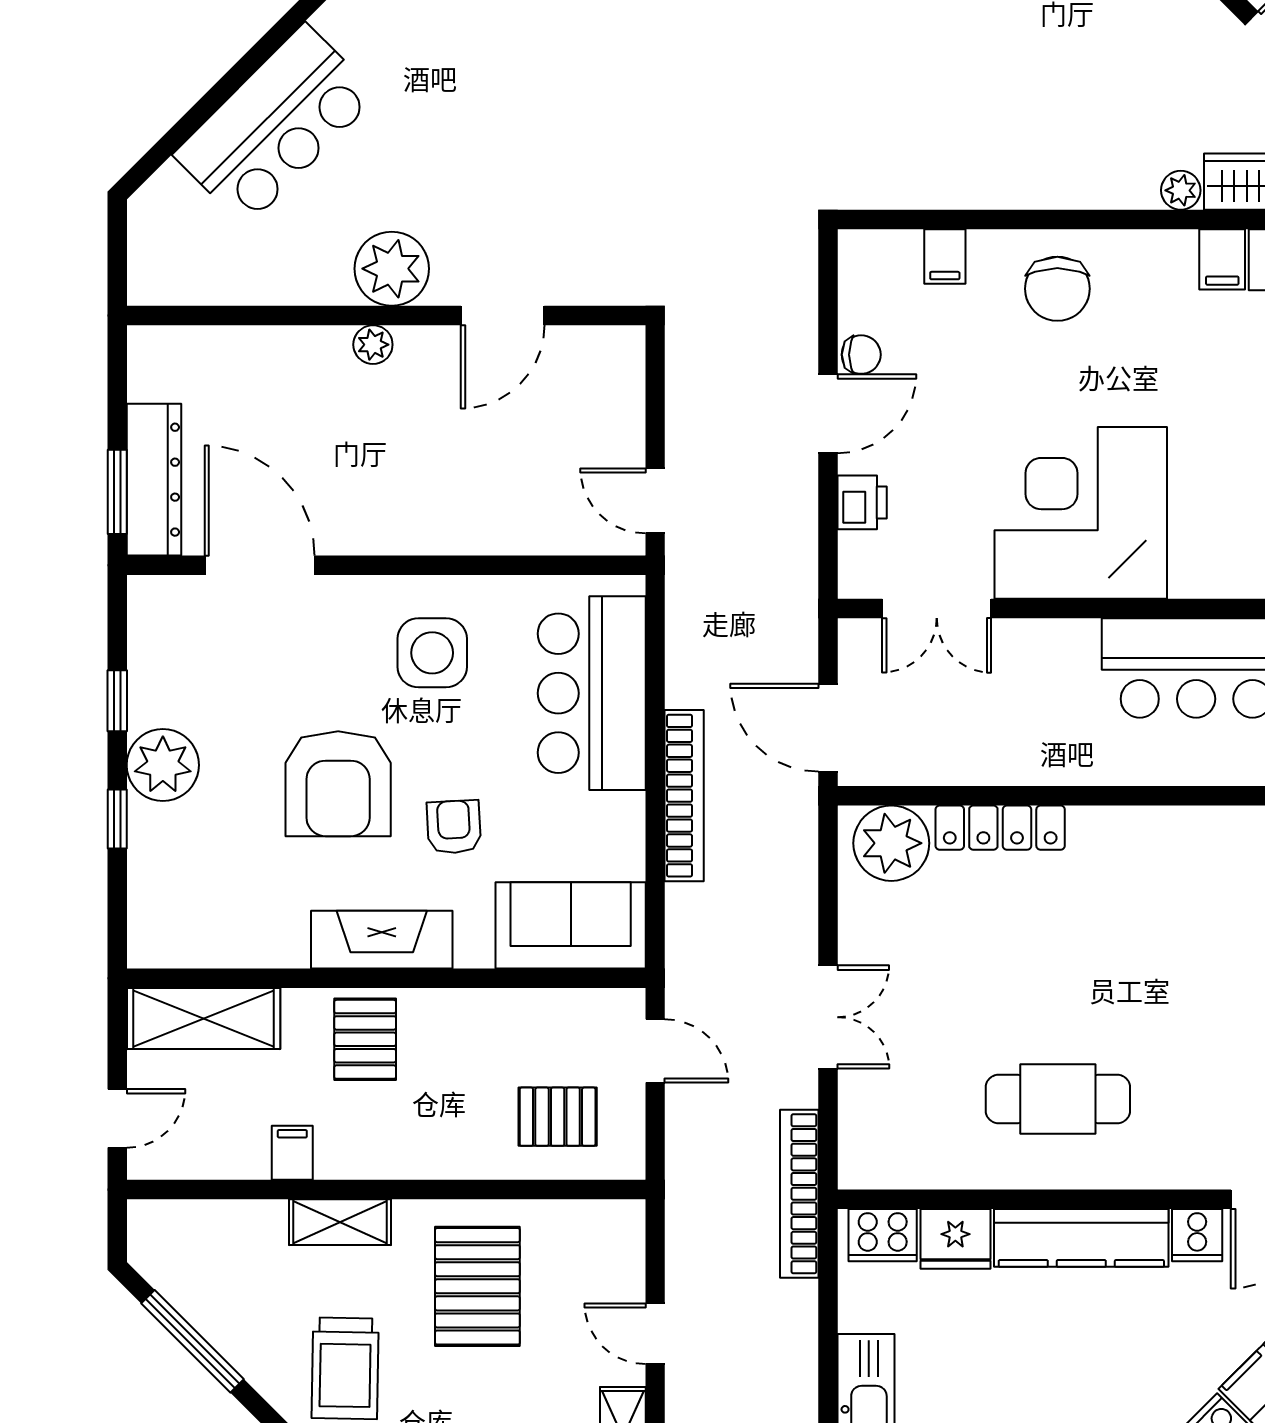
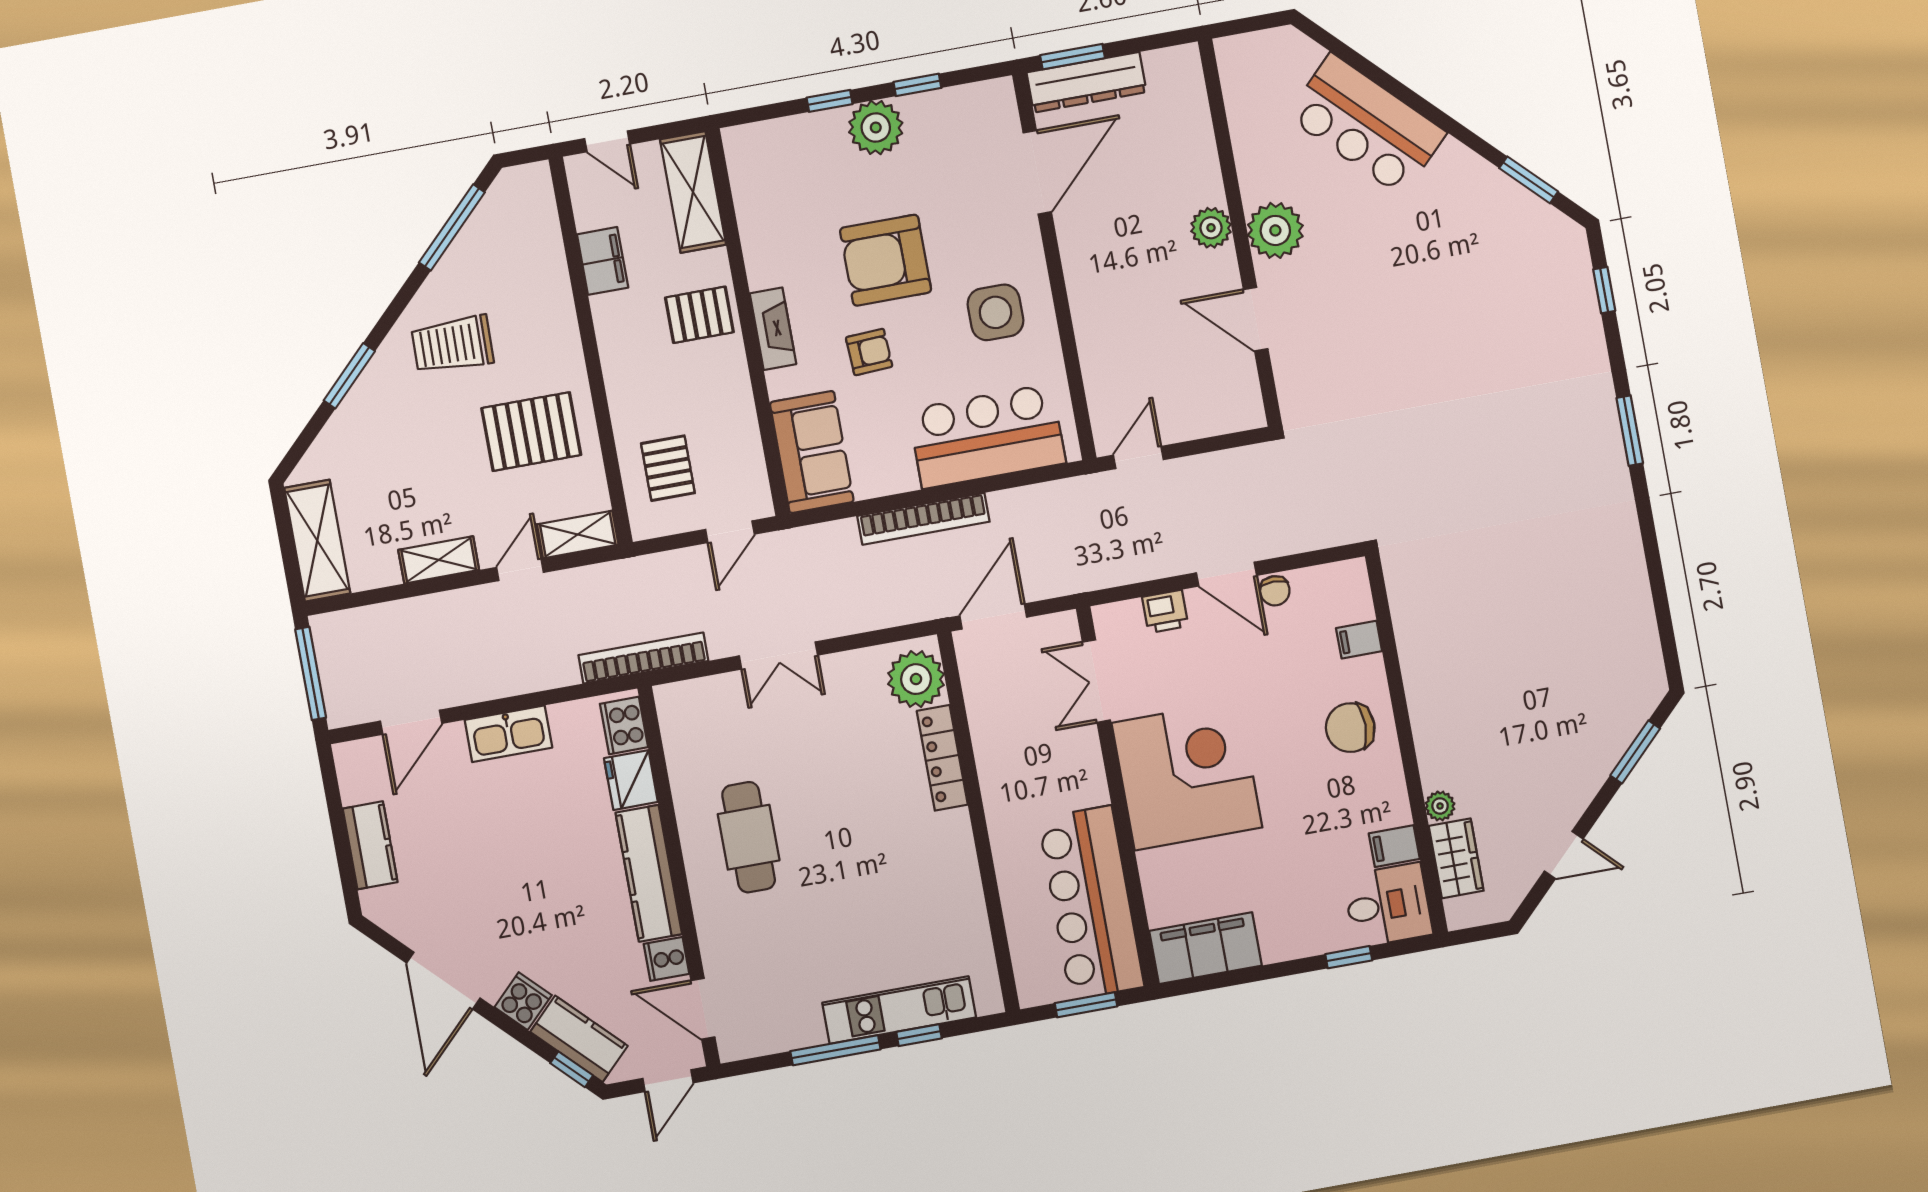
plant: (373, 345) -> (1211, 228), width x1.38, depth x1.38
fireplace: (382, 940) -> (773, 329), width x0.73, depth x0.76
filing cabinet: (292, 1153) -> (603, 261), width x2.00
shelving: (340, 1222) -> (578, 534), moved, turned 90

